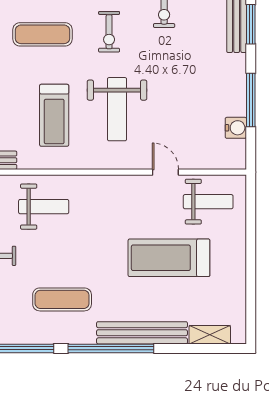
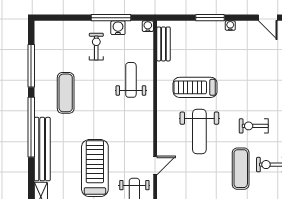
exercise mat: (43, 34) -> (241, 169), moved
weight bench: (117, 109) -> (199, 132), turned -90
weight bench: (44, 207) -> (131, 80), turned 180

